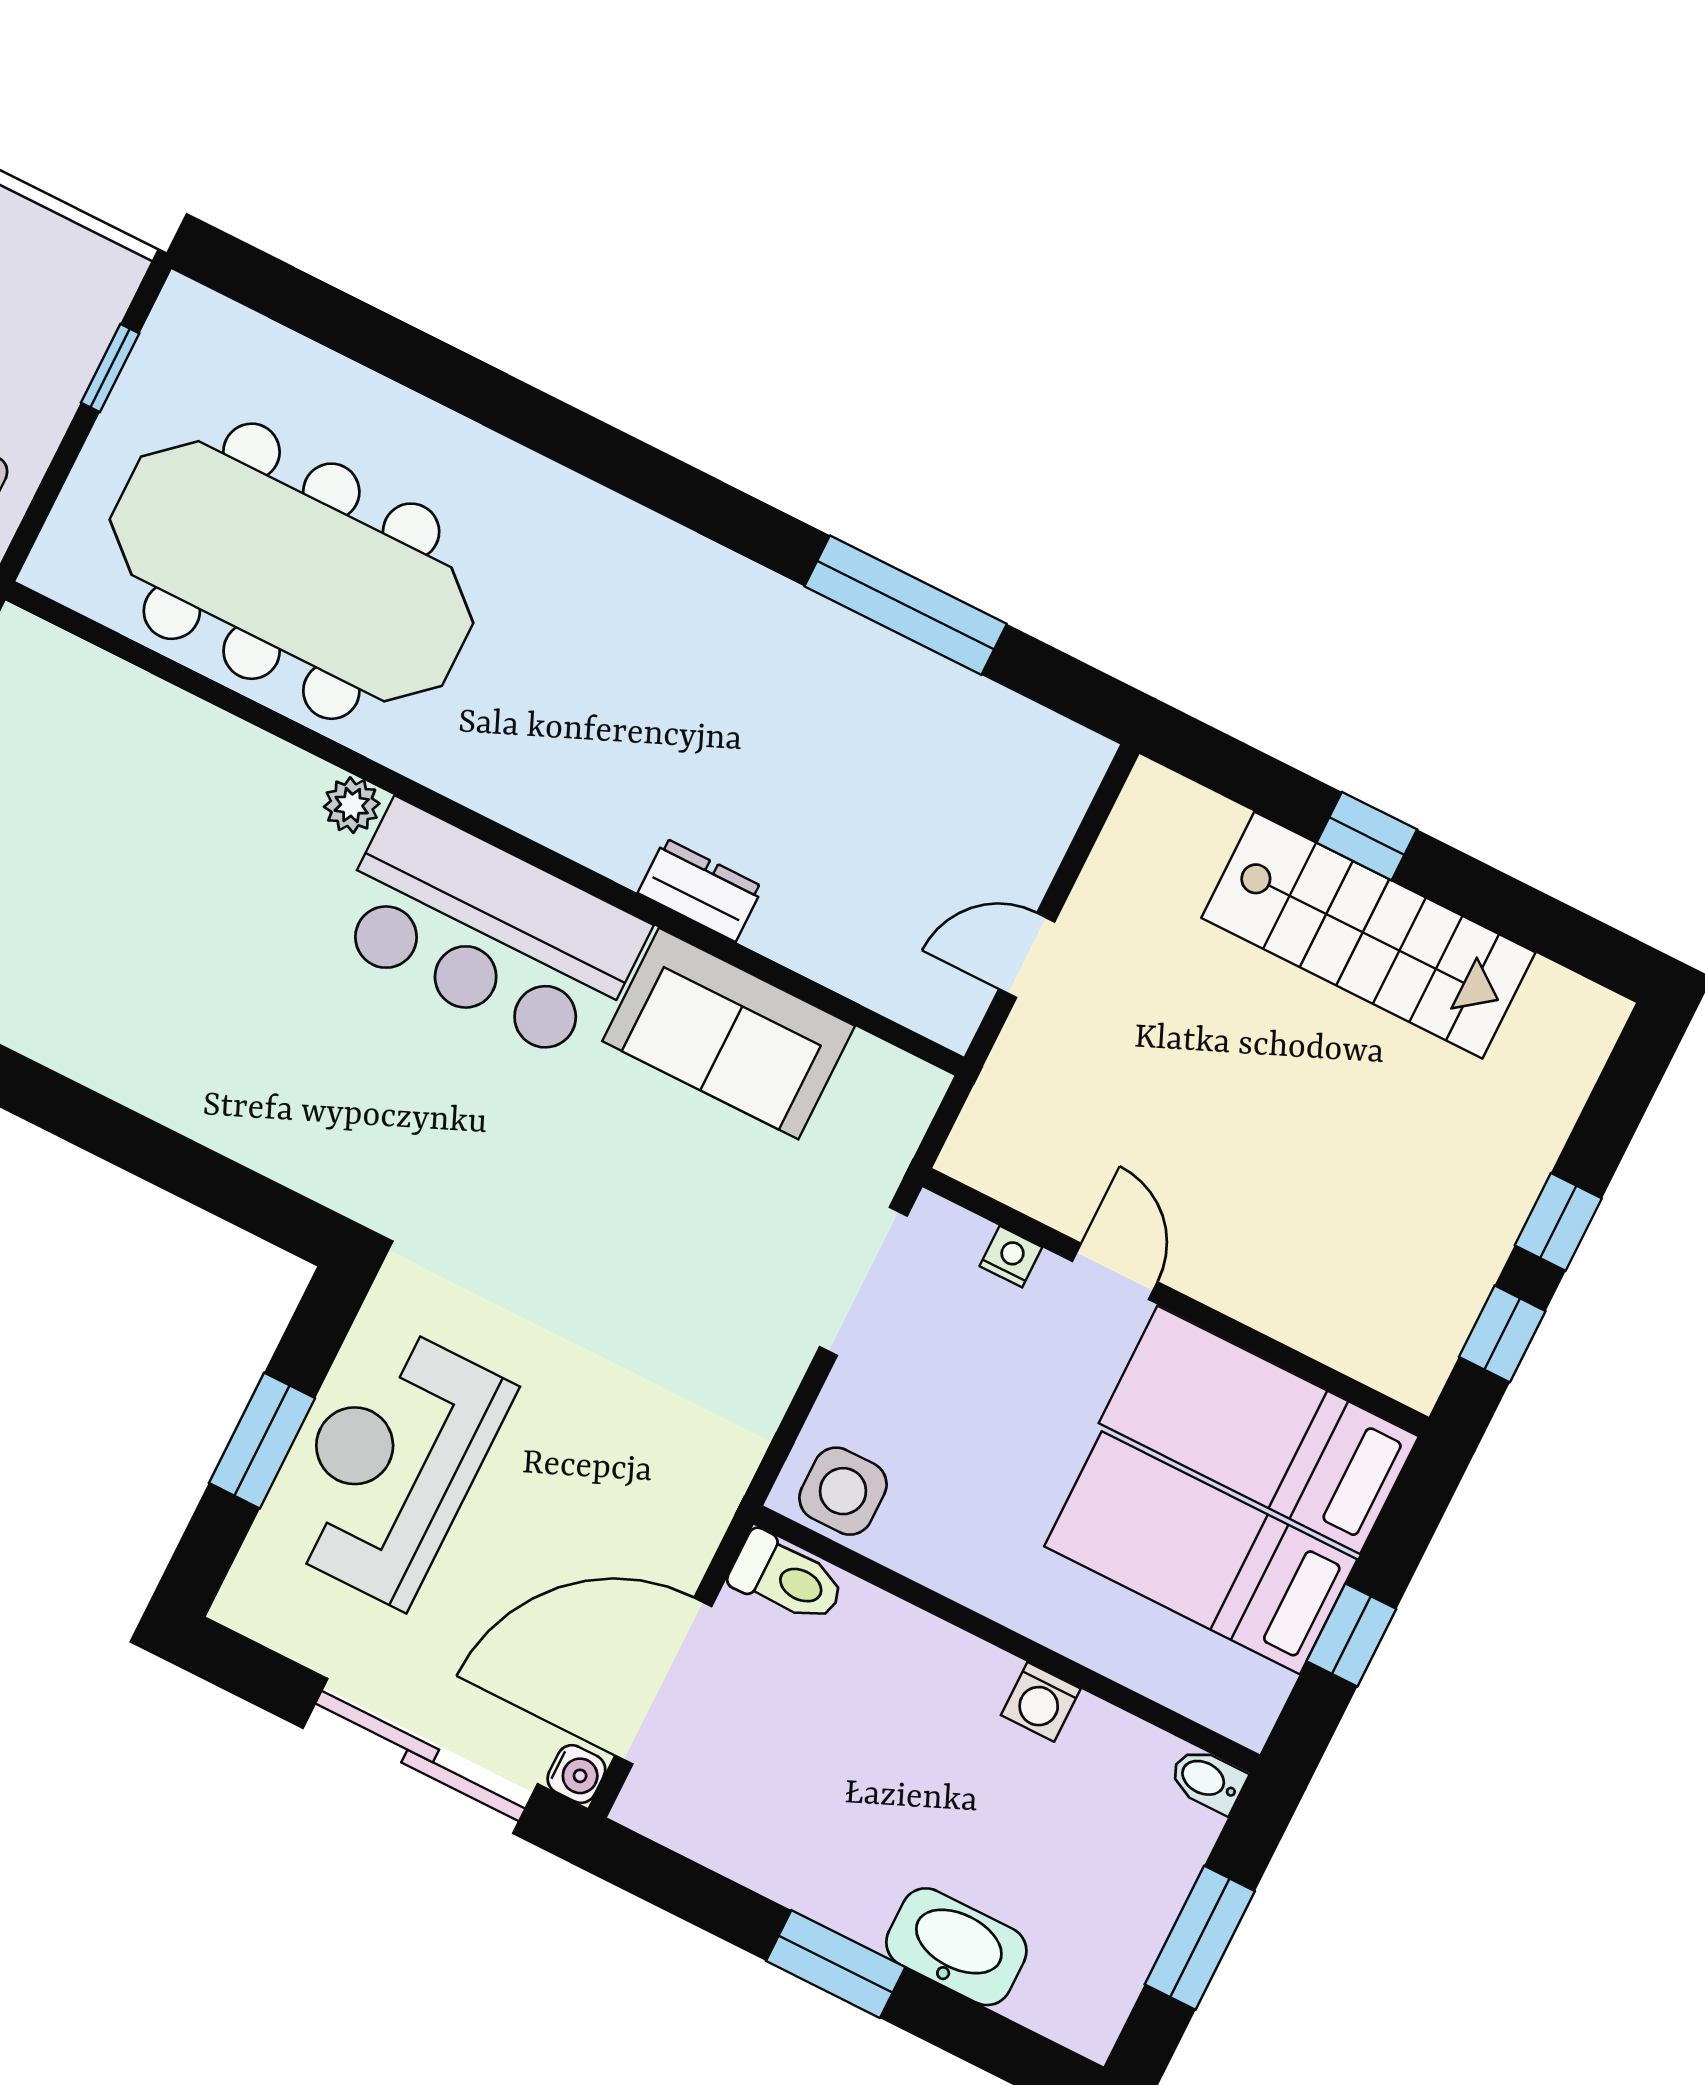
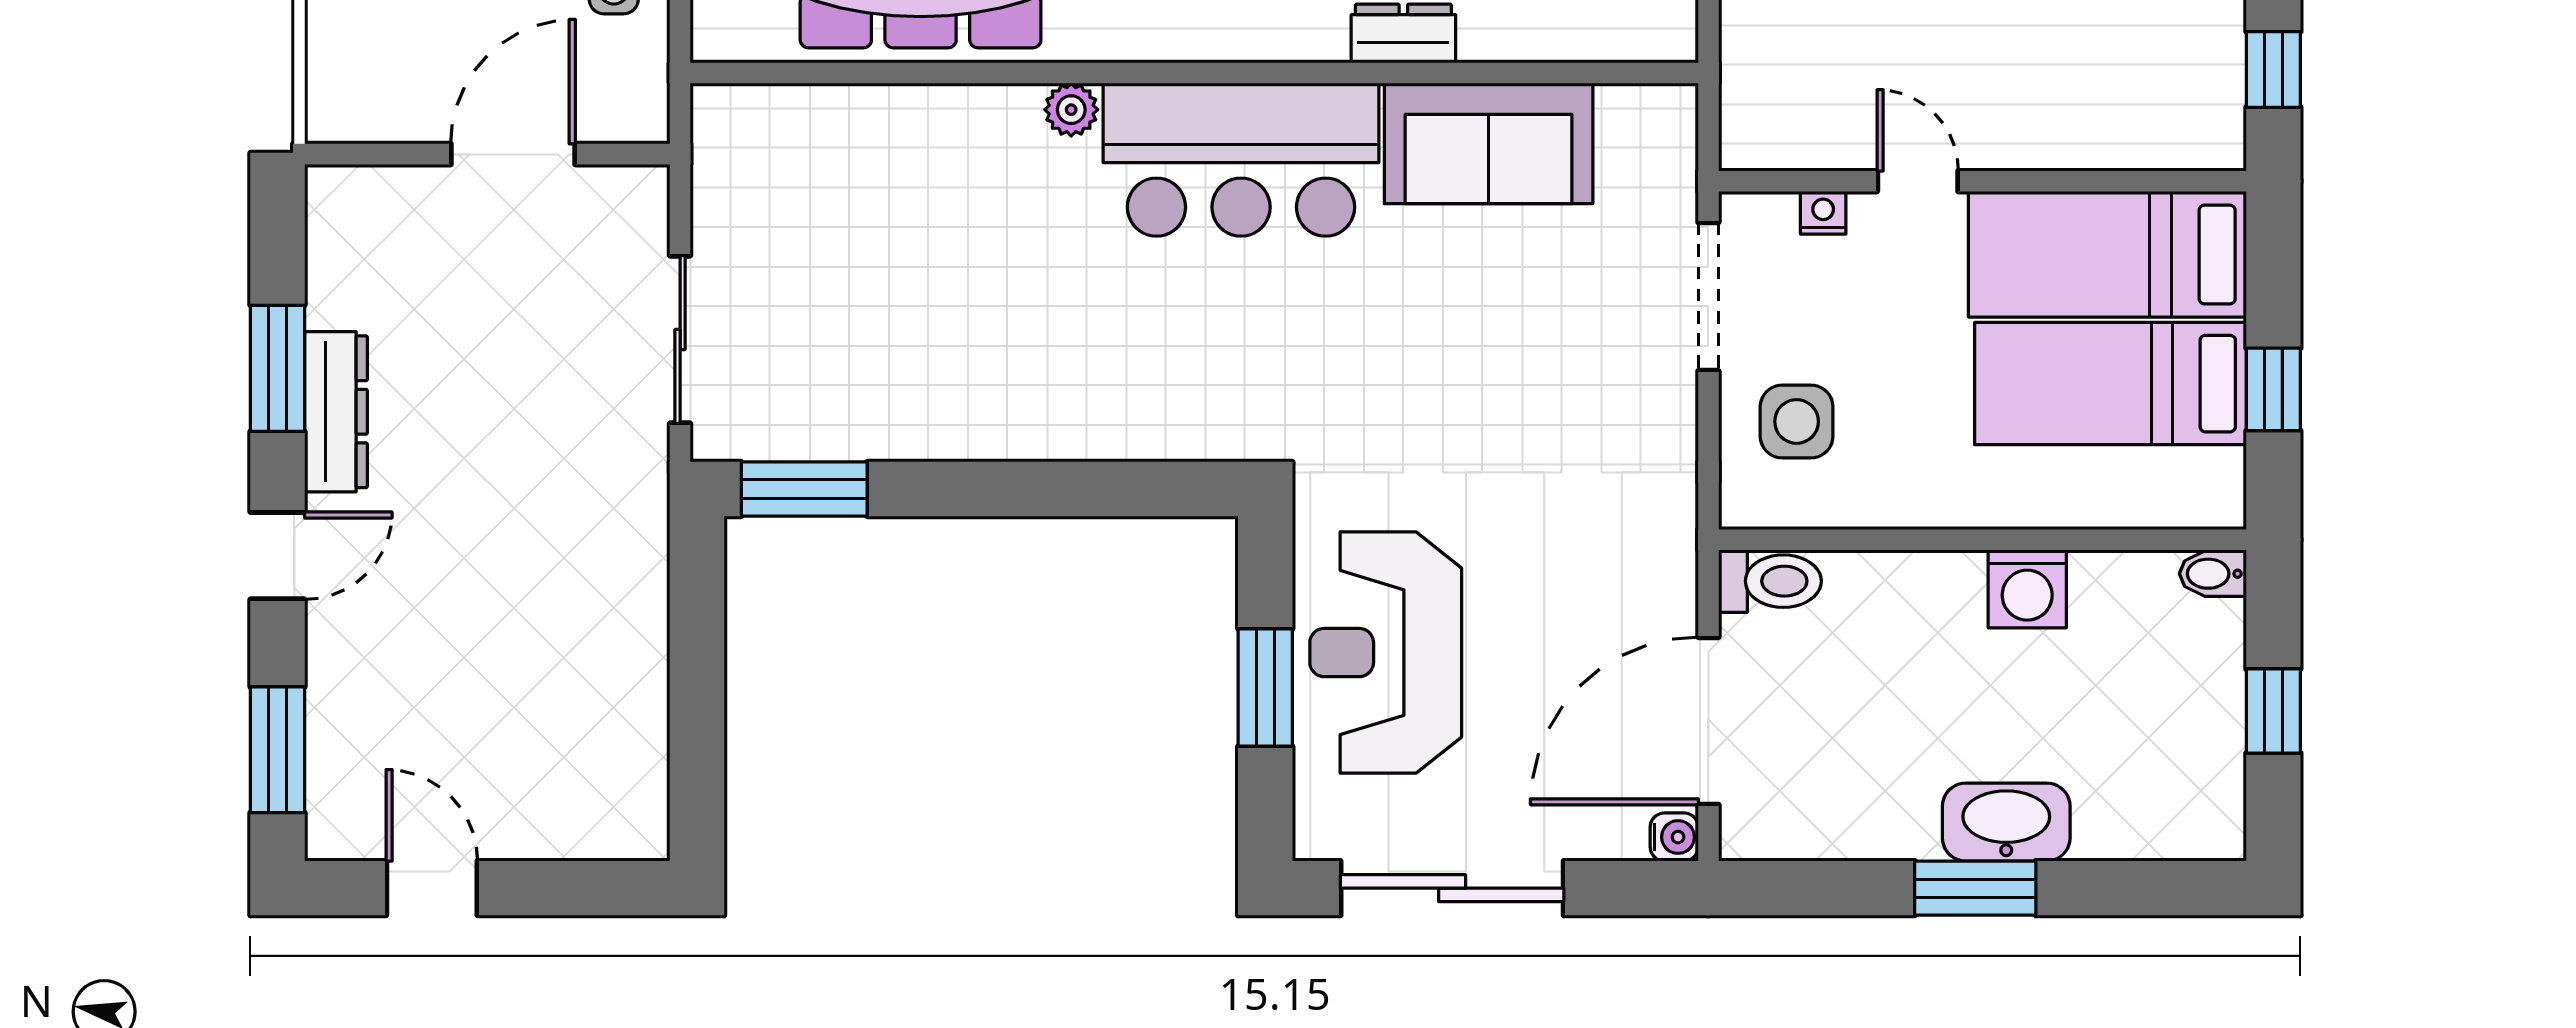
side table: (843, 1491) -> (1797, 421), moved
washing machine: (1041, 1702) -> (2027, 589), width x1.38, depth x1.38
sliding door: (420, 1756) -> (1452, 888), moved
window: (1200, 1938) -> (2273, 711), width x0.67
washbasin: (956, 1947) -> (2006, 822), moved

